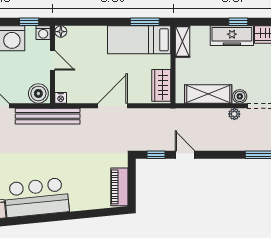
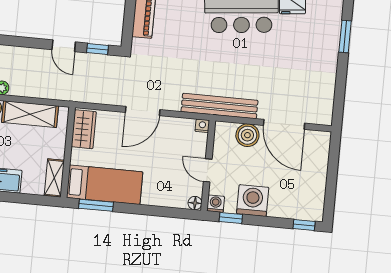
boiler: (38, 93) -> (247, 135), moved

